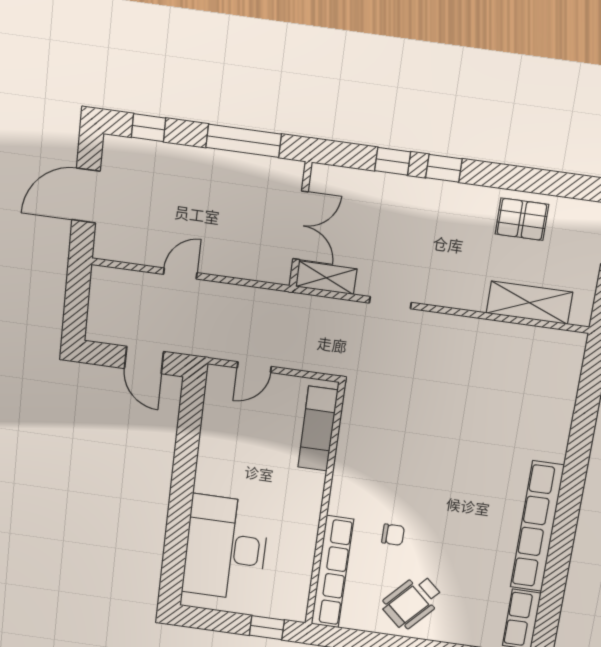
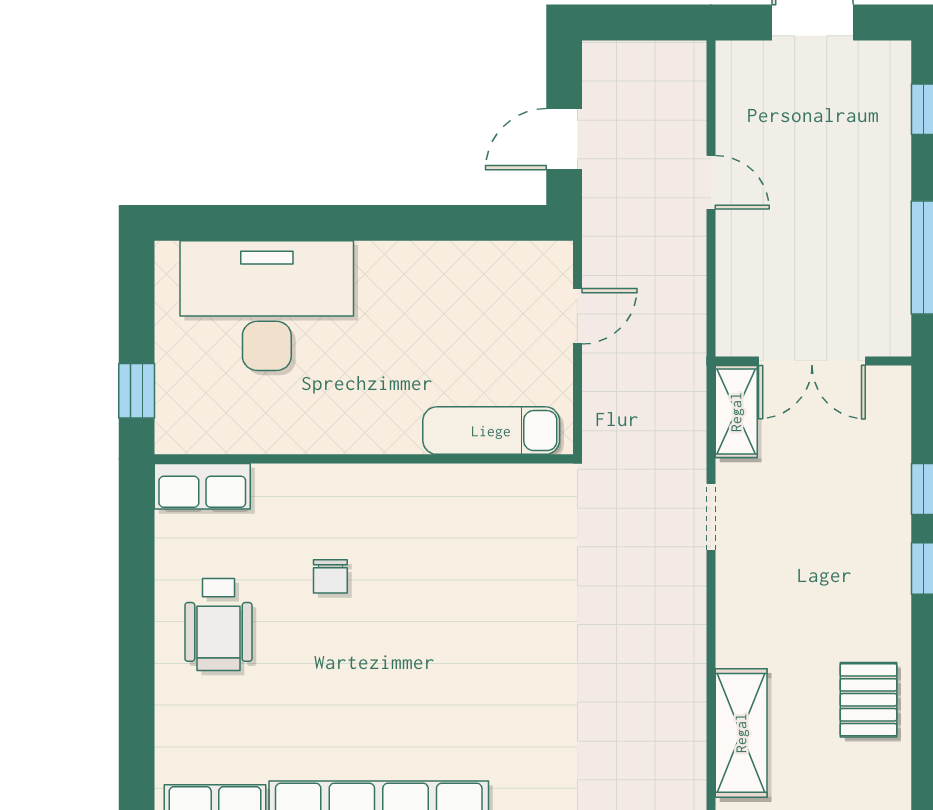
door: (254, 367) -> (577, 316), swing flipped
row of seats: (332, 572) -> (202, 486), width x0.50
wheelchair: (412, 602) -> (218, 625), turned -132

